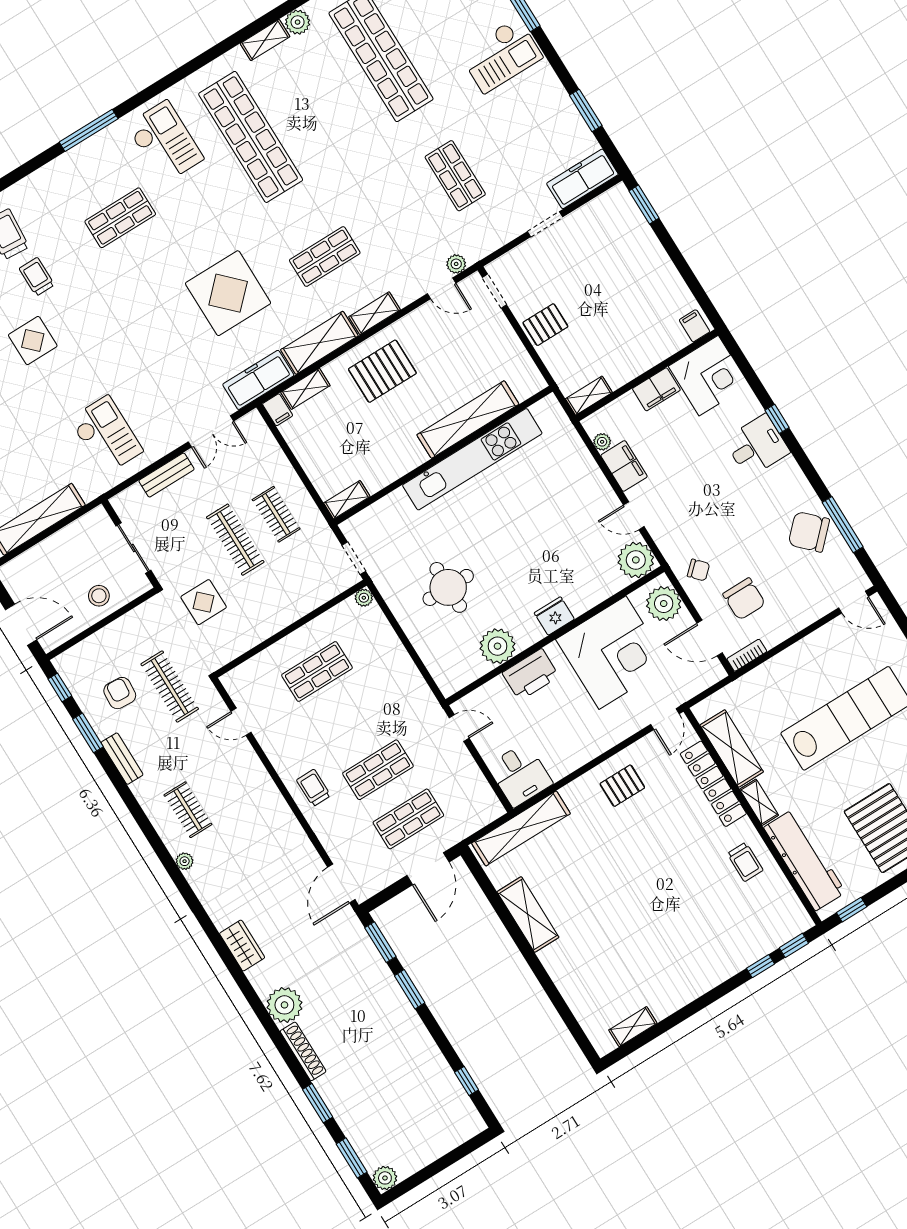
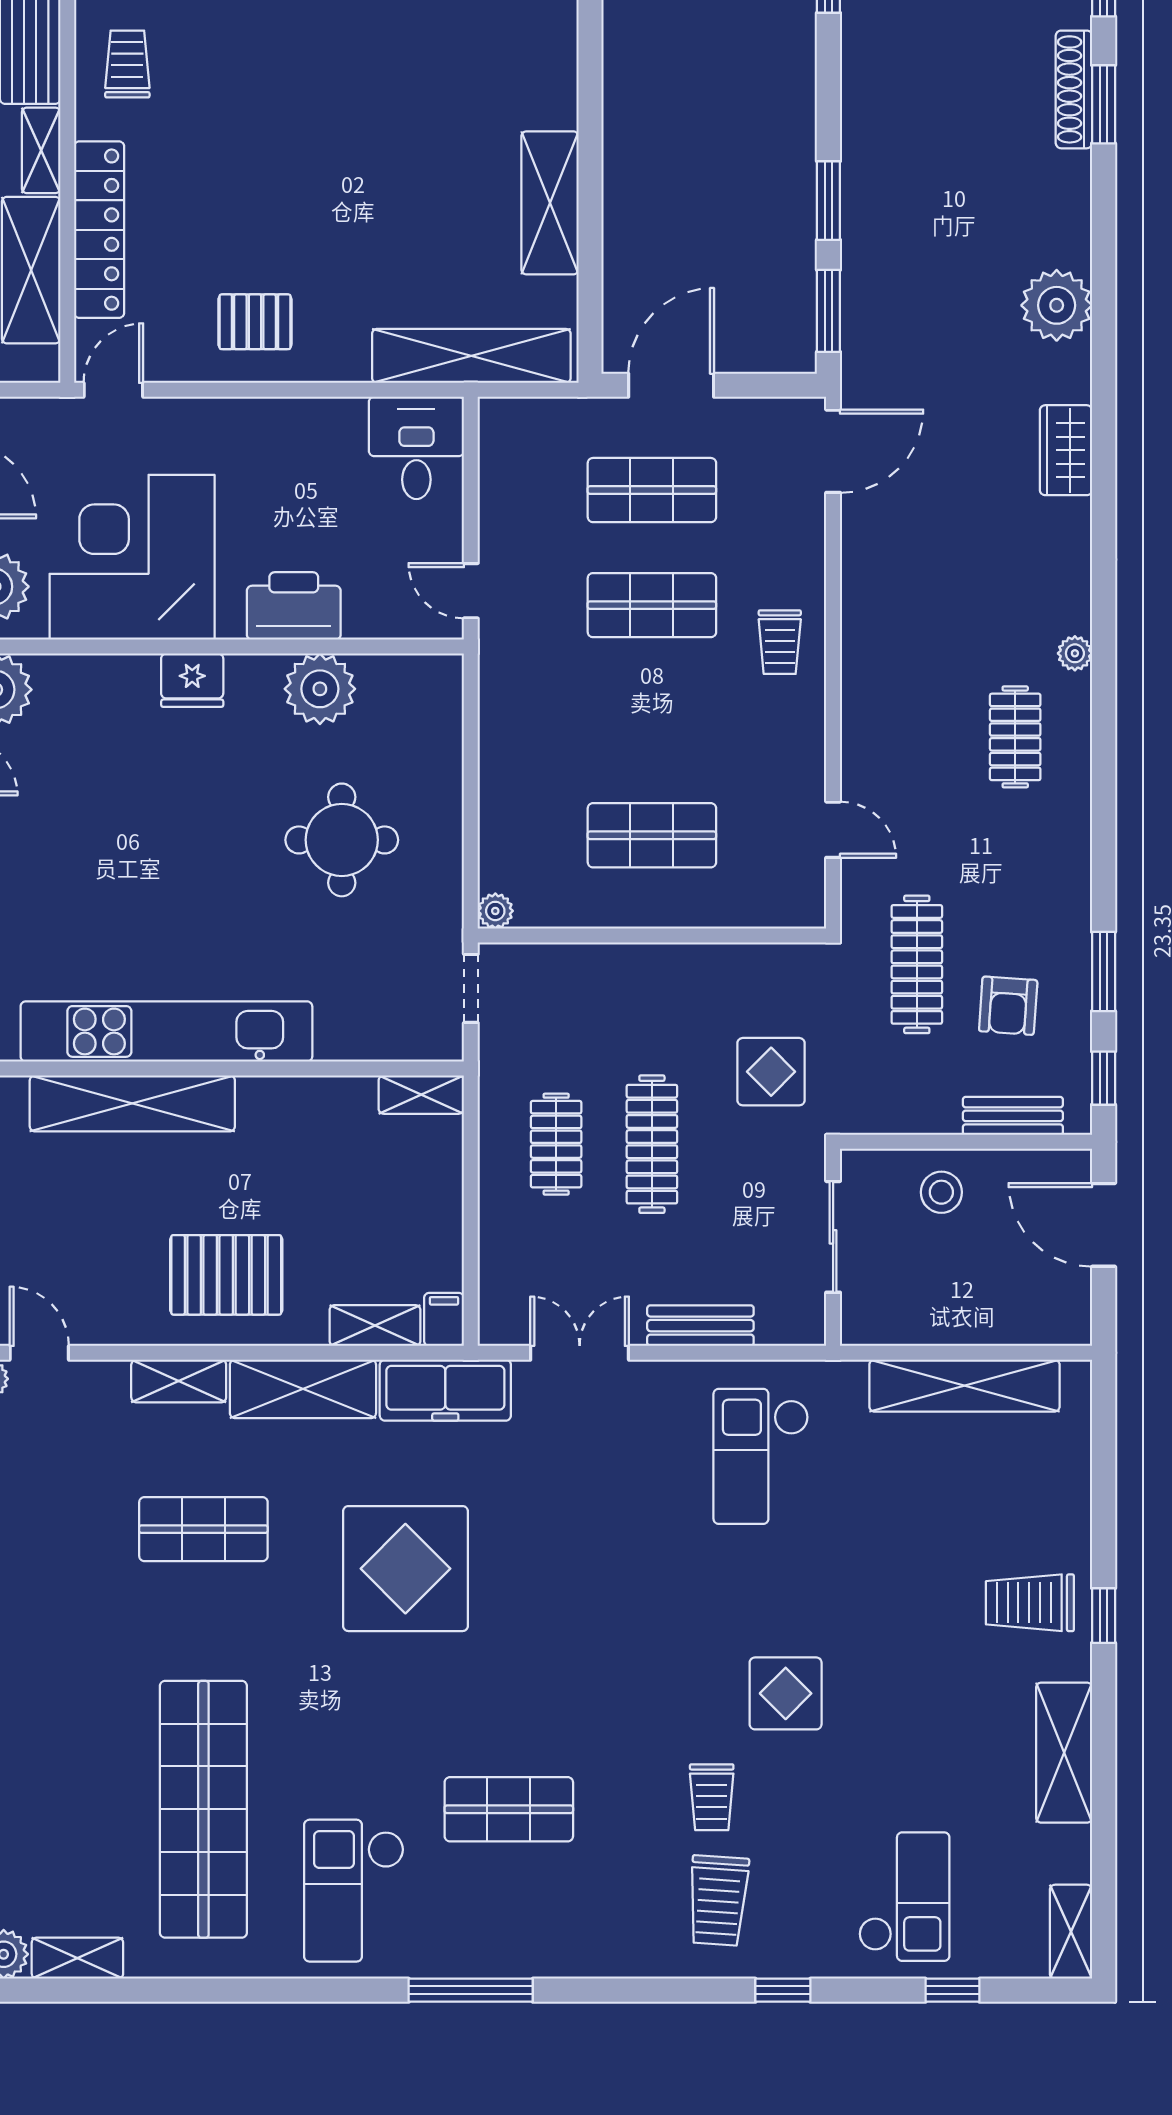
bench: (122, 759) -> (1013, 1116), moved, turned 90
shoe rack: (303, 1051) -> (1074, 89), moved

